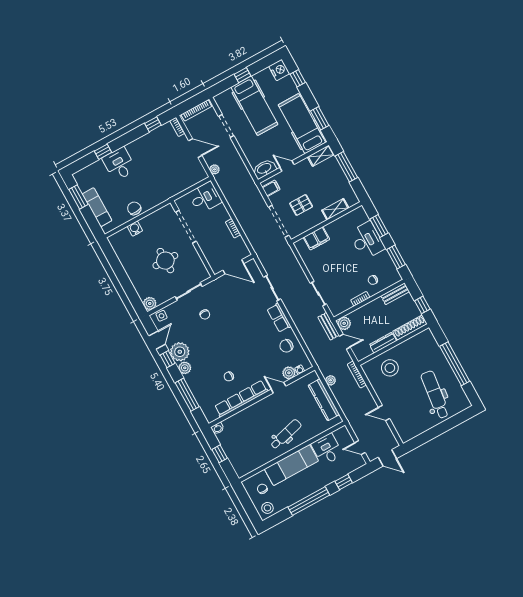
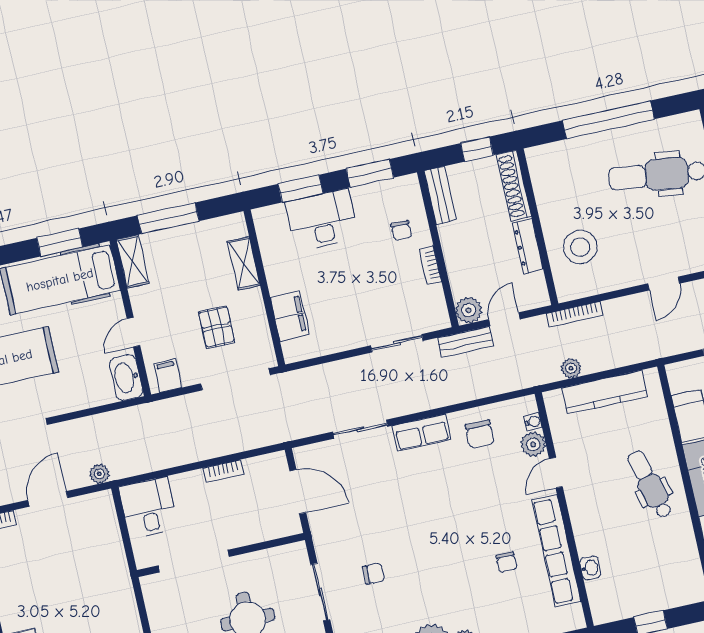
door: (233, 267) -> (298, 492), hinge flipped
washbasin: (218, 428) -> (590, 568), moved

